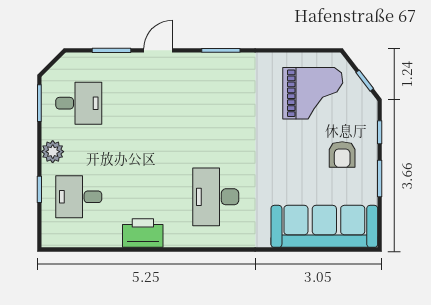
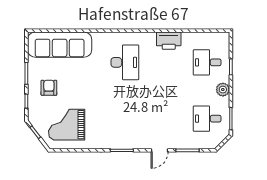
desk: (79, 197) -> (207, 62), turned 180

